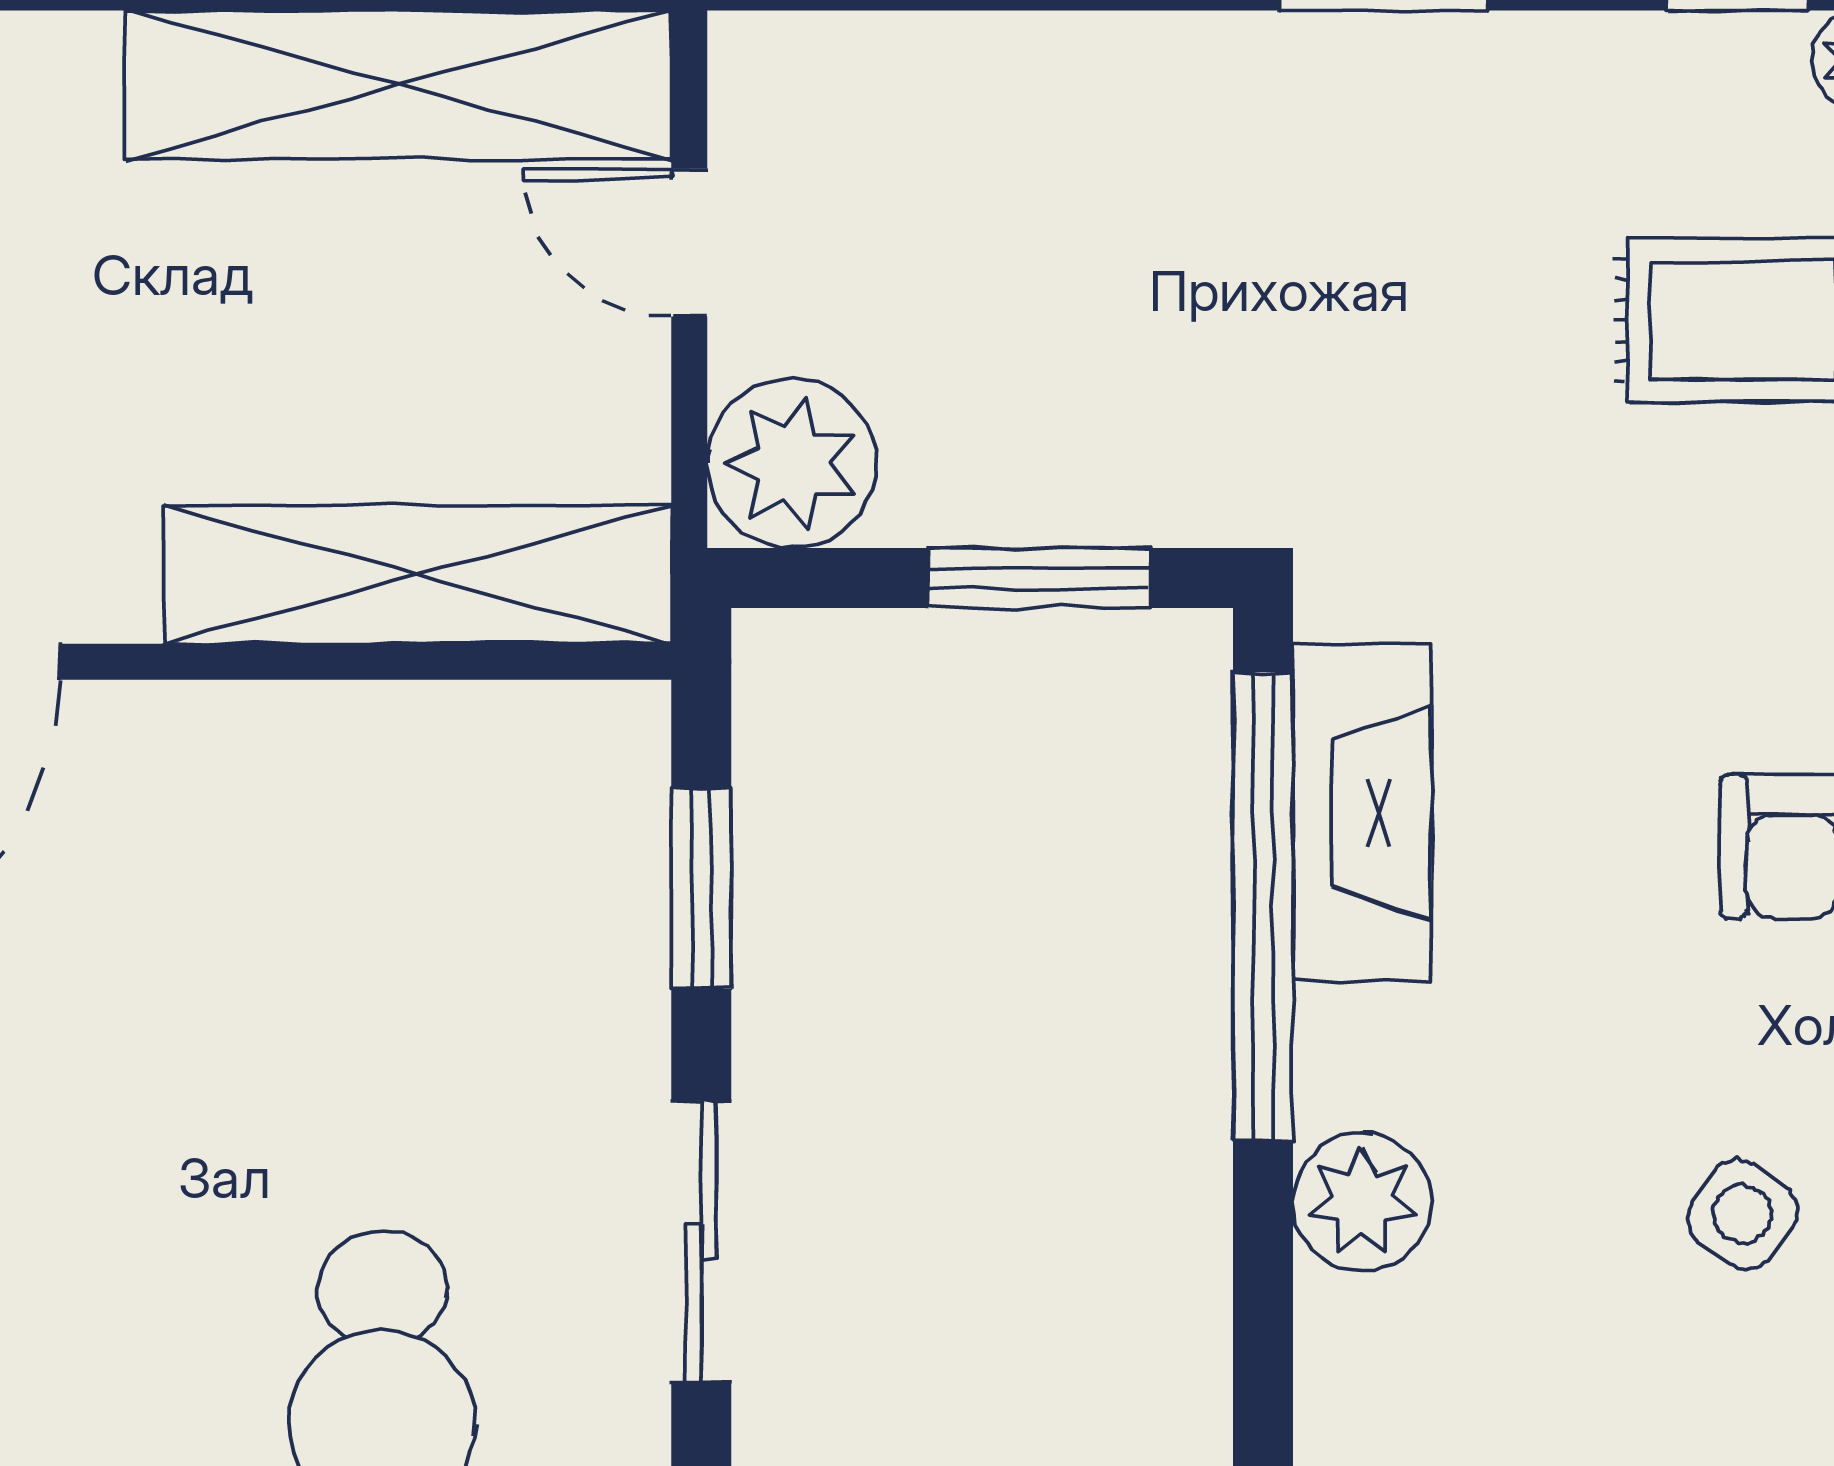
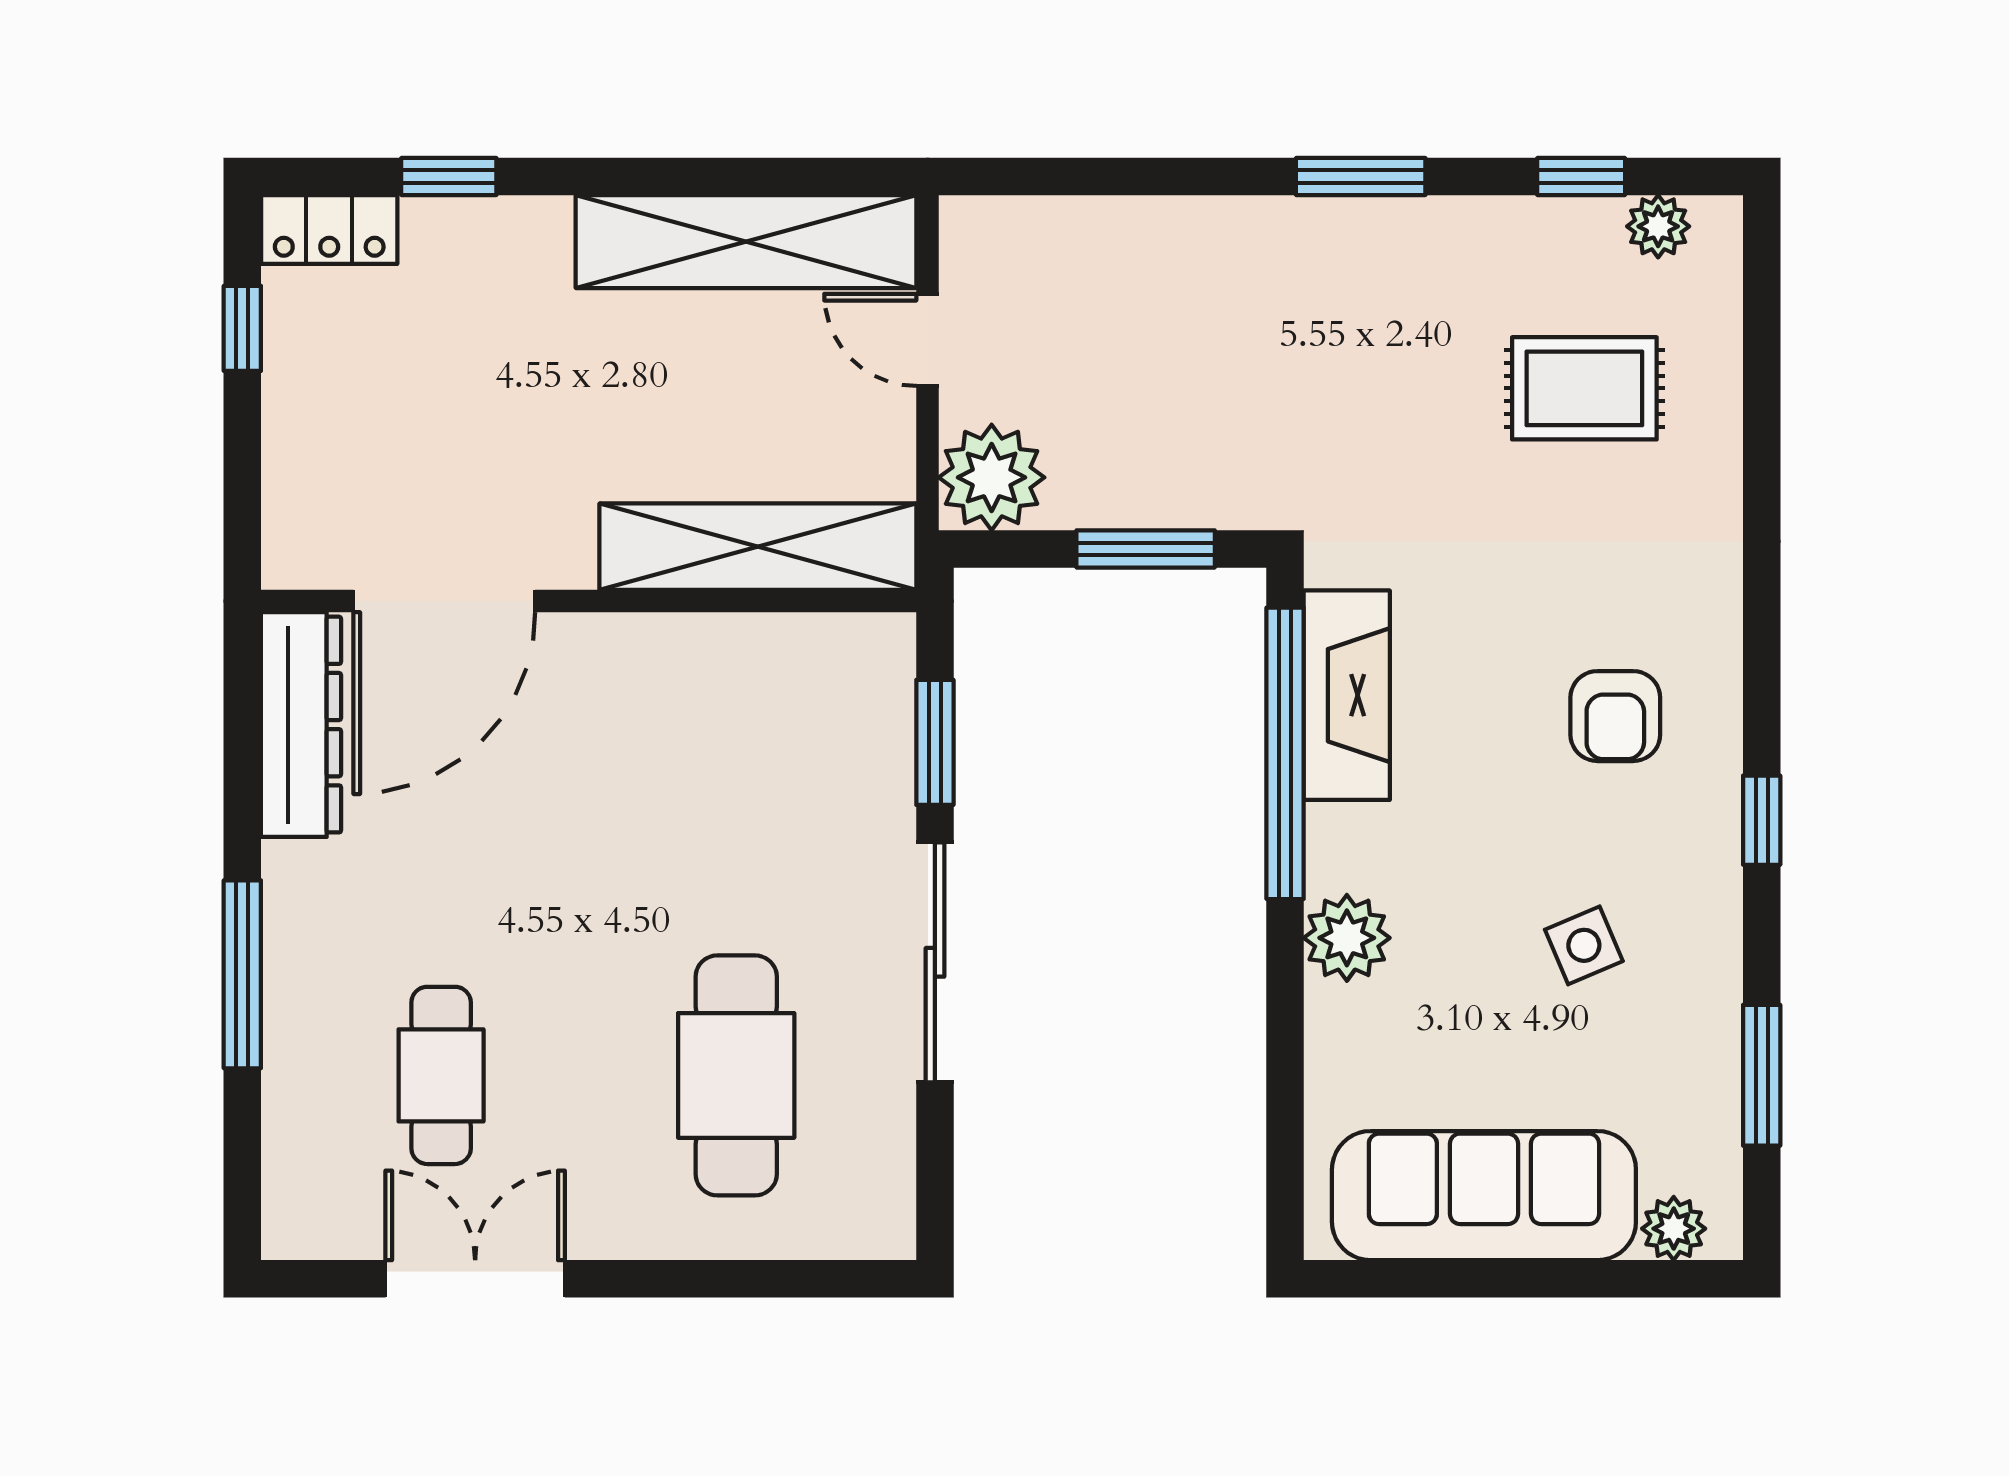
side table: (1743, 1214) -> (1584, 945), turned 31
sliding door: (701, 1242) -> (935, 962), width x1.37

